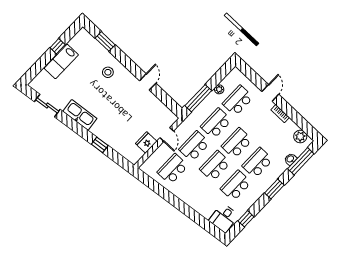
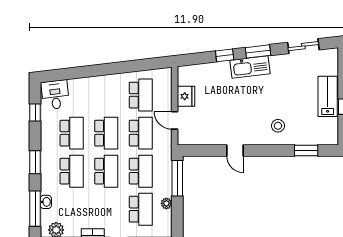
kitchen sink: (80, 115) -> (250, 67), moved
window: (78, 128) -> (258, 51), added

